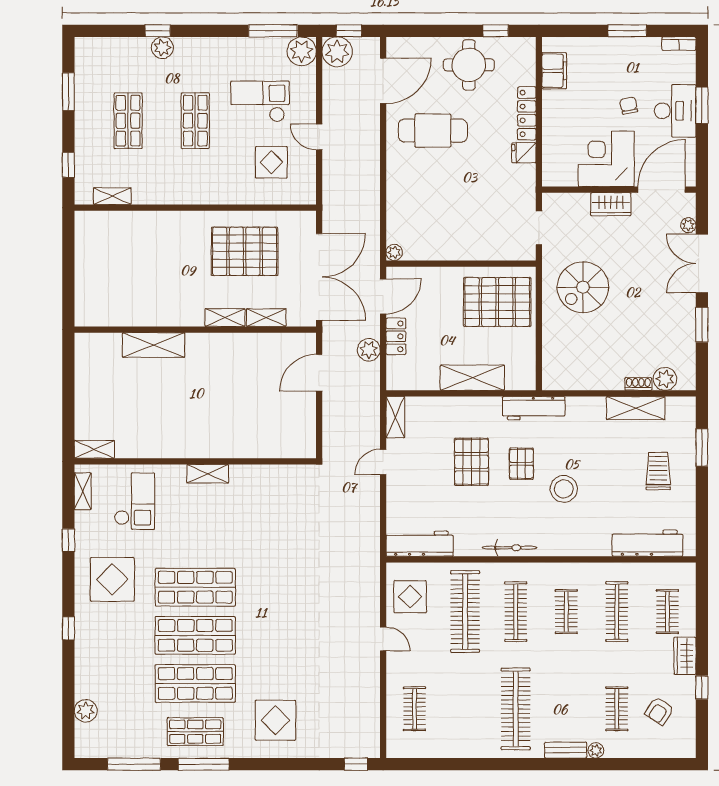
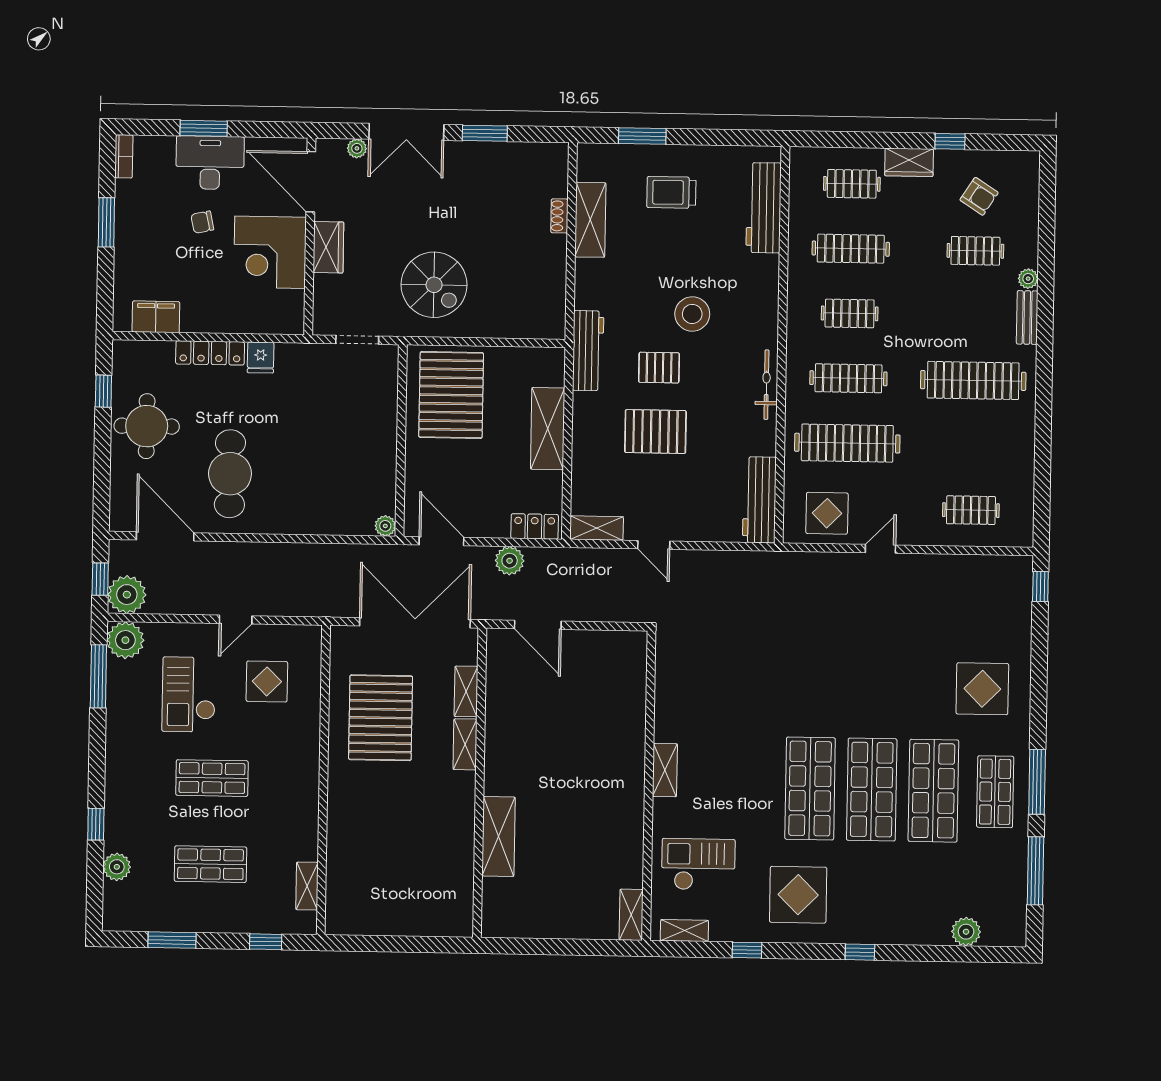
plant: (162, 48) -> (117, 867), moved
locker: (396, 336) -> (535, 526), moved
plant: (665, 379) -> (553, 182), removed

